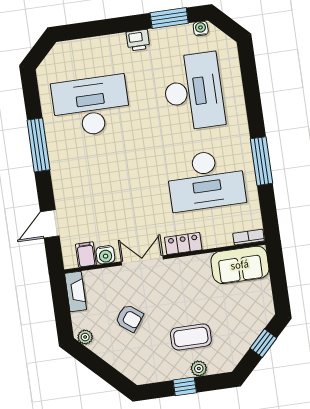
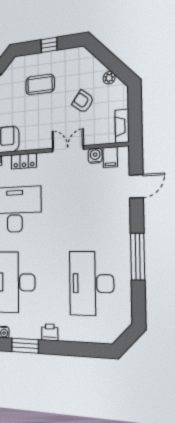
desk: (91, 106) -> (92, 283), turned 90
locker: (183, 244) -> (24, 161), moved
double door: (142, 260) -> (68, 149), swing flipped
plant: (85, 337) -> (109, 78), moved
plant: (199, 368) -> (37, 59), removed

